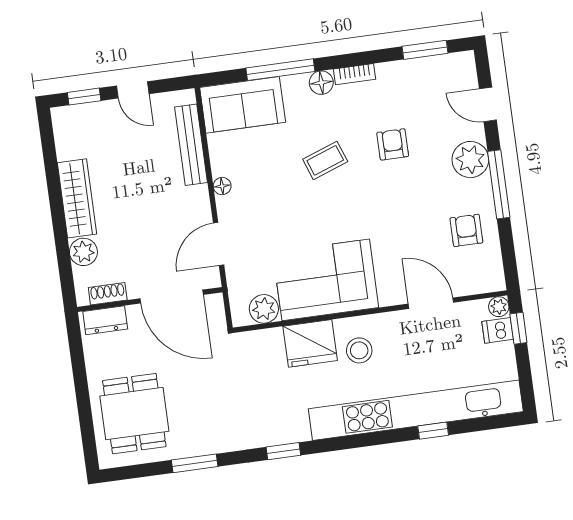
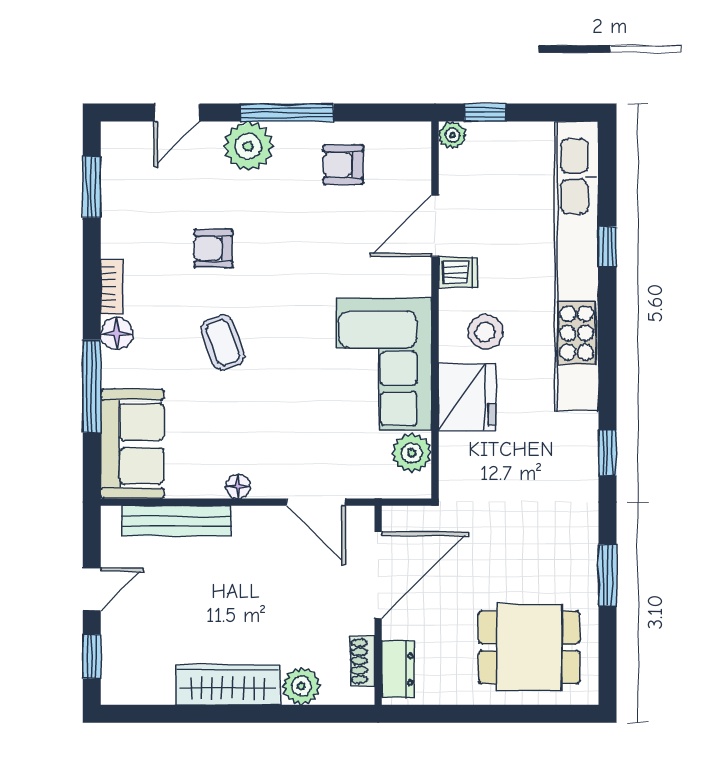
dishwasher: (498, 330) -> (458, 272), moved, turned -90

